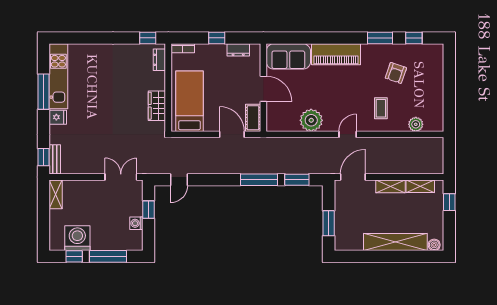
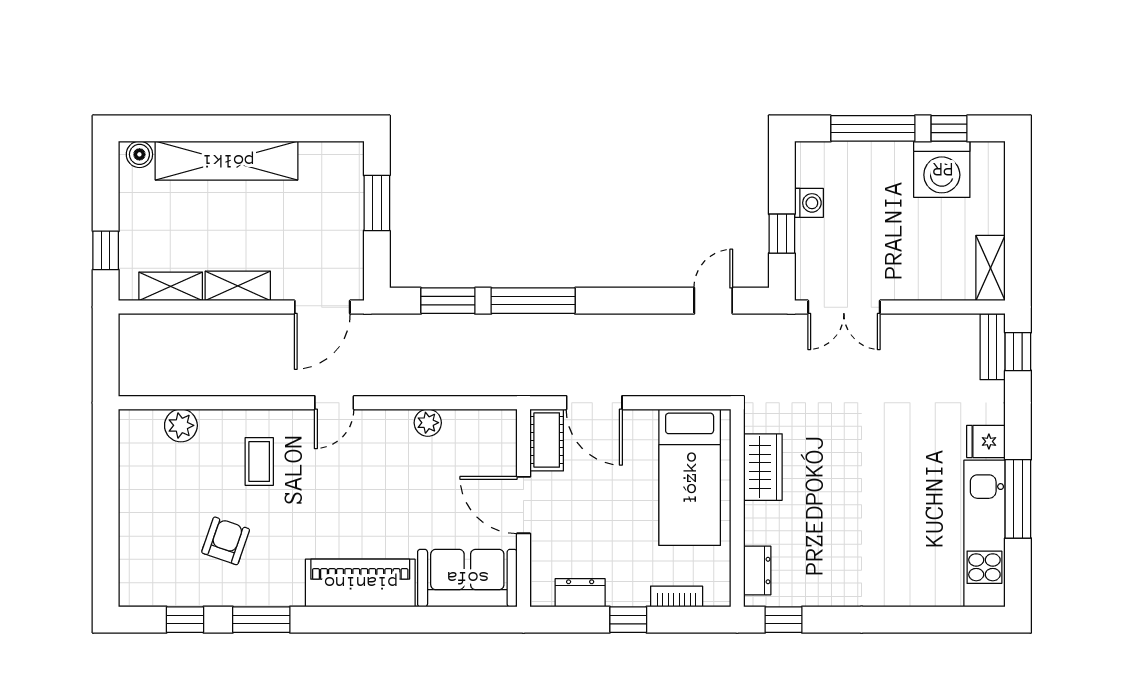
bookcase: (183, 48) -> (677, 596), moved
plant: (311, 120) -> (428, 423), width x0.53, depth x0.53

